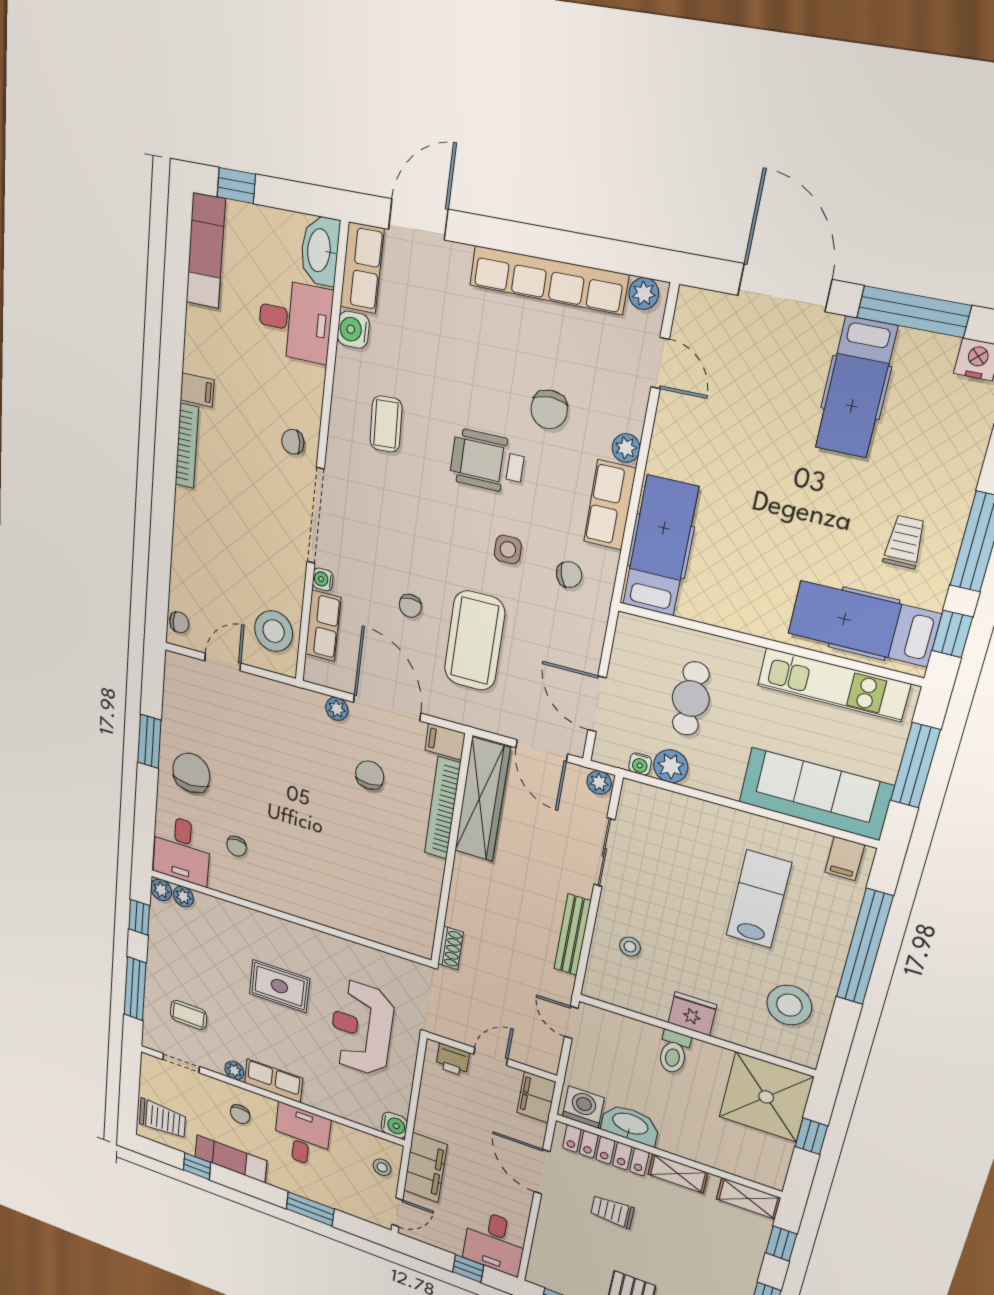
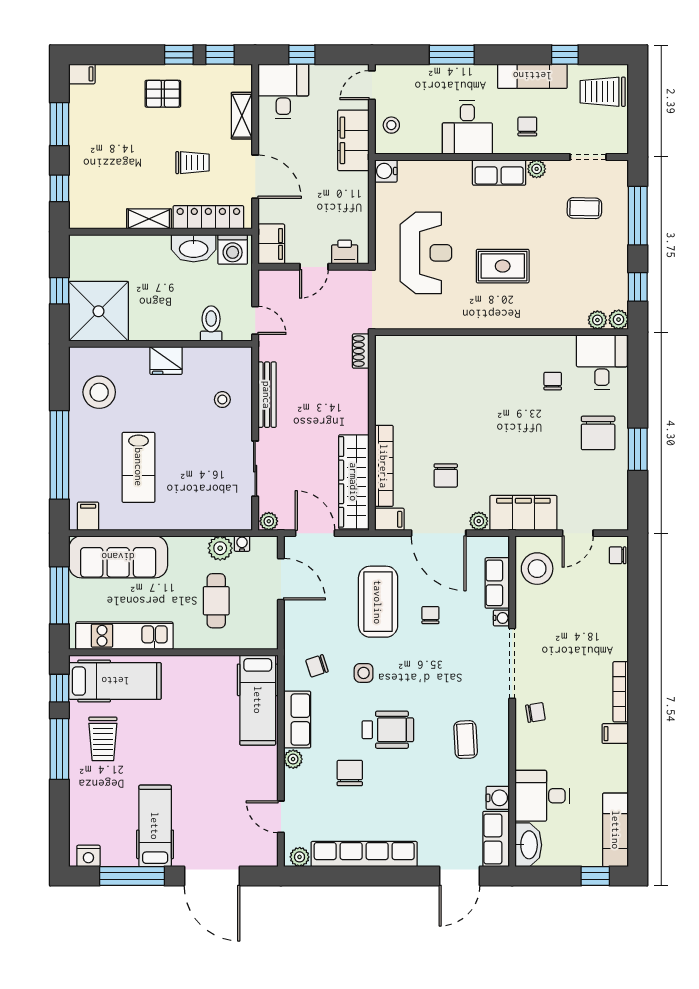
trolley: (905, 542) -> (103, 739), width x1.36, depth x1.39
filing cabinet: (283, 704) -> (523, 513), added
toilet: (674, 1052) -> (211, 323), moved
shelving: (748, 1198) -> (242, 116), moved, turned 90

